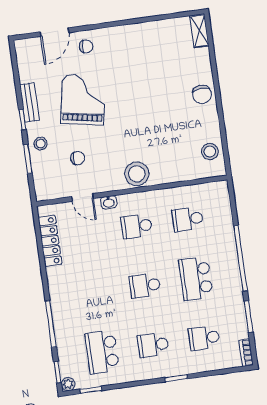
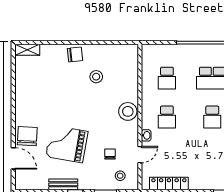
chair: (86, 46) -> (27, 136), width x1.87, depth x1.87
stool: (41, 144) -> (120, 176), moved
stool: (210, 152) -> (96, 77), moved

